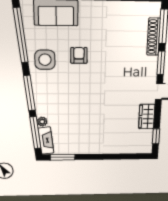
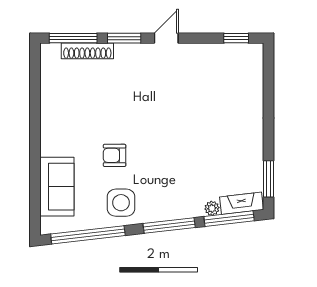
wardrobe: (147, 117) -> (205, 54), removed

